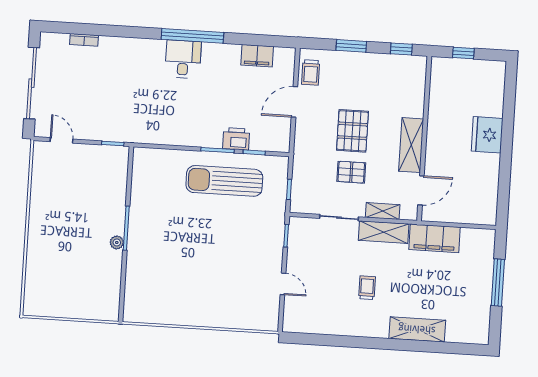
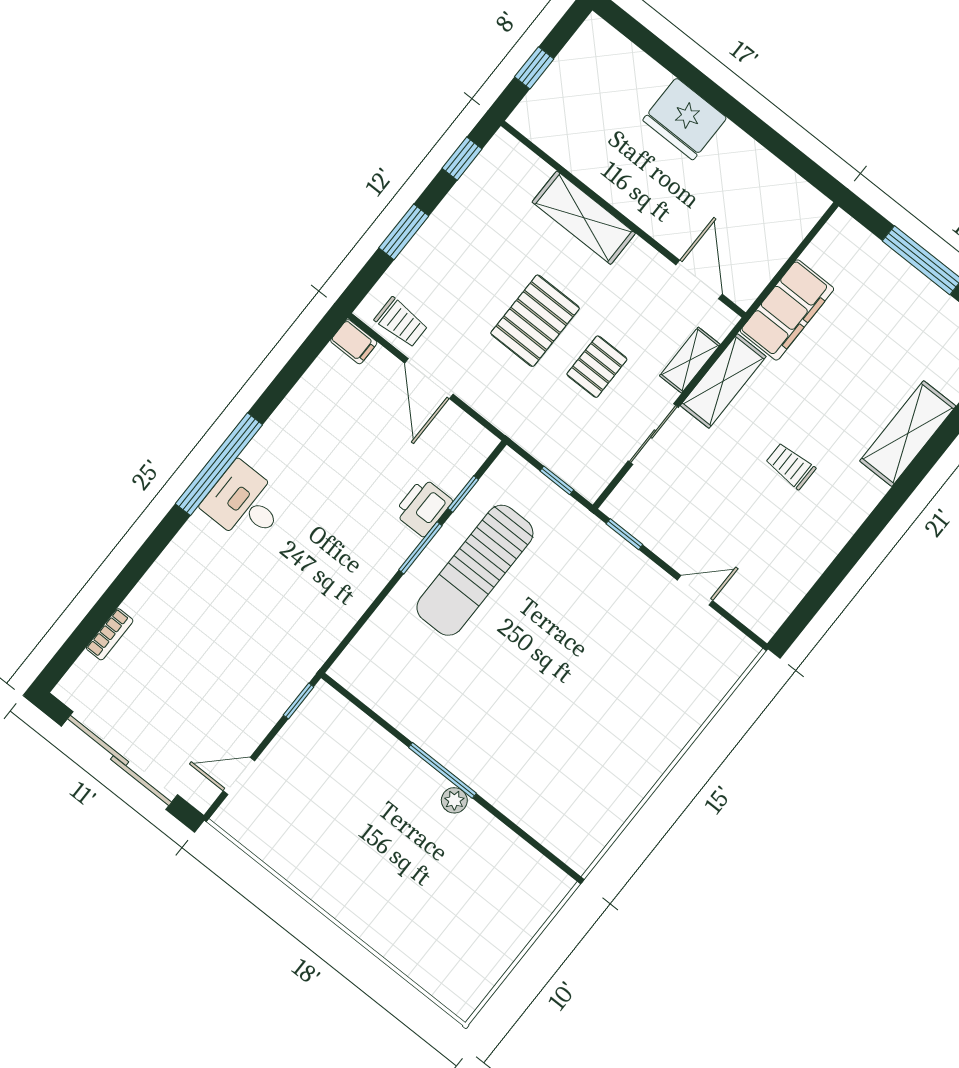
filing cabinet: (257, 56) -> (354, 342), moved, width x0.50
pallet: (352, 131) -> (535, 321), turned 90
shelving: (411, 145) -> (584, 218), moved

